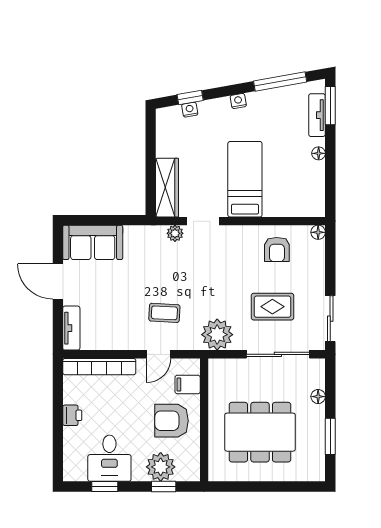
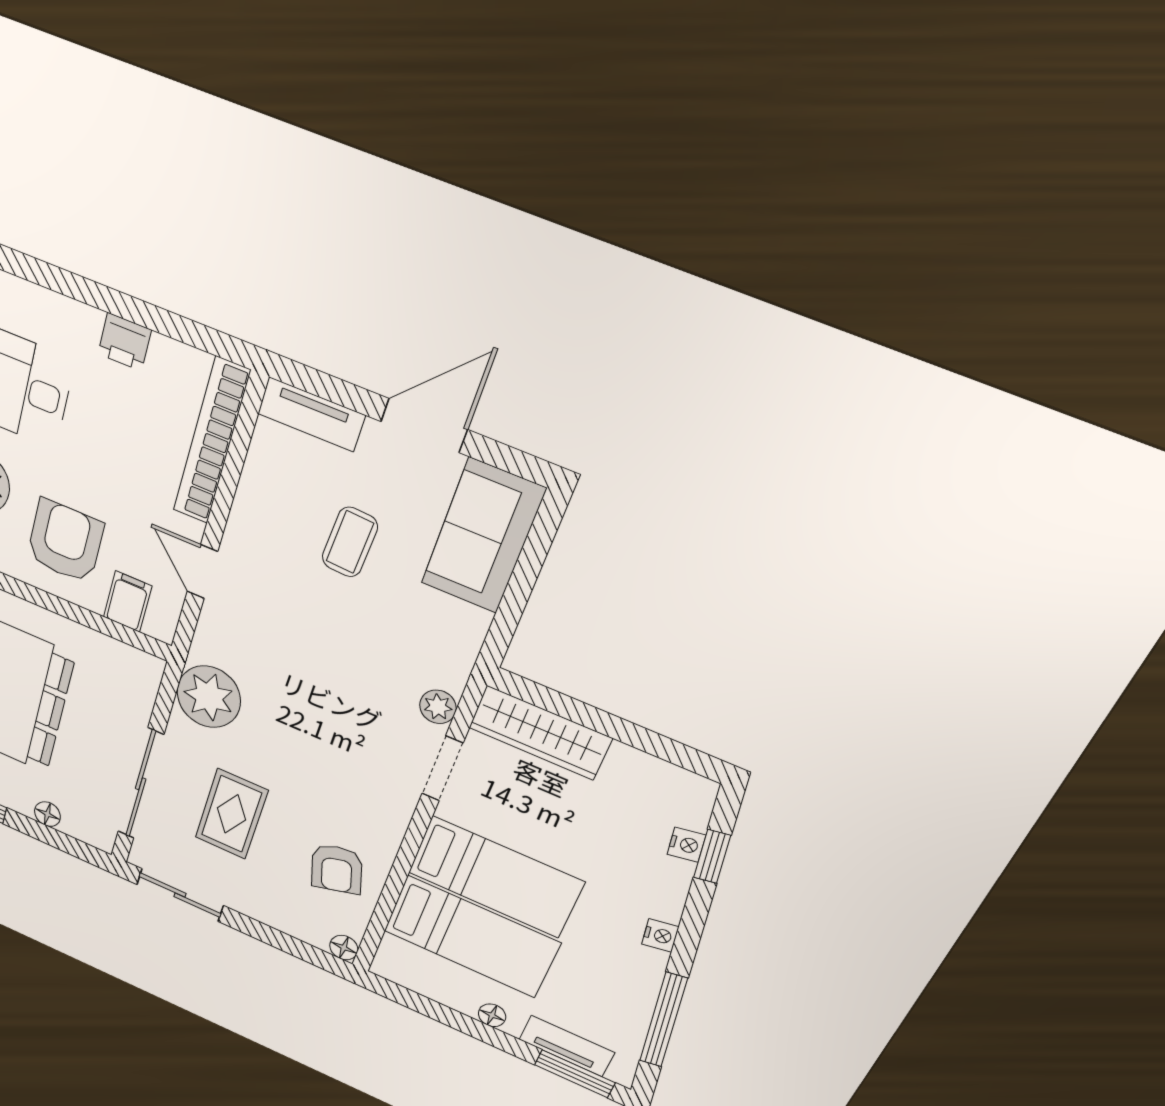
bed: (281, 178) -> (471, 937), added
armchair: (277, 250) -> (337, 869), turned -106
coffee table: (164, 313) -> (350, 542), moved

